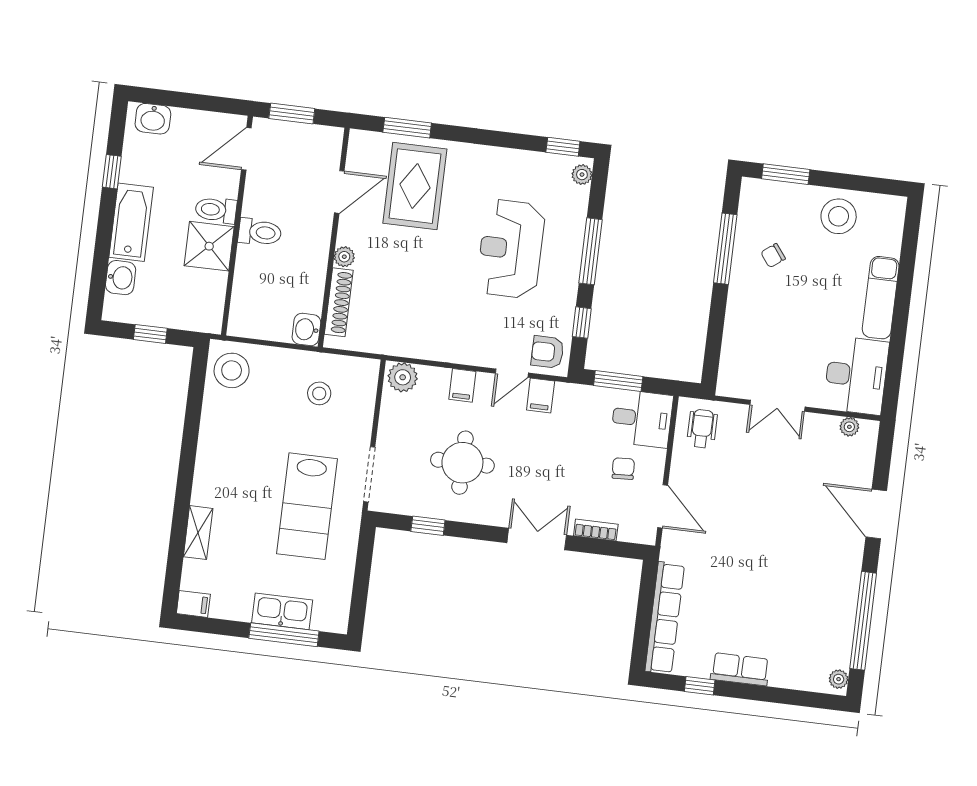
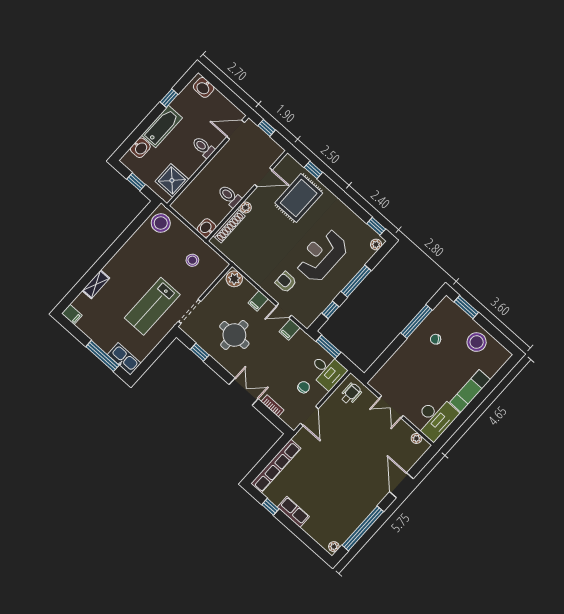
window: (292, 113) -> (267, 128), width x0.67
window: (407, 128) -> (313, 170), width x0.67
toilet: (260, 232) -> (230, 196), moved, turned 180
shower: (209, 246) -> (172, 180), moved
armchair: (547, 352) -> (286, 282), moved
kitchen sink: (282, 611) -> (124, 359), moved

